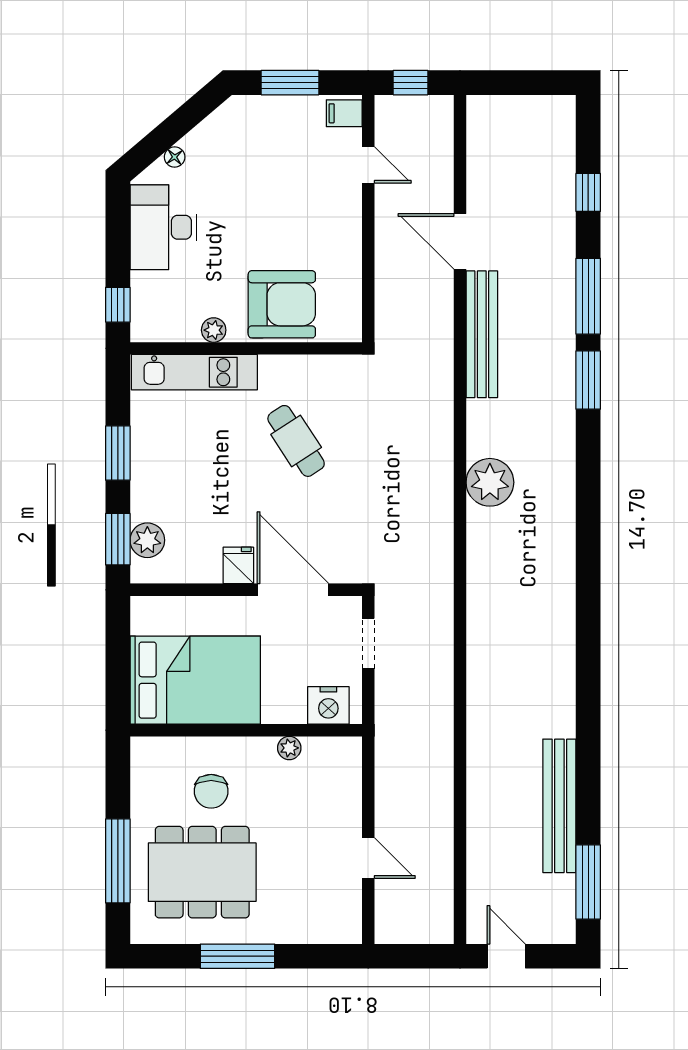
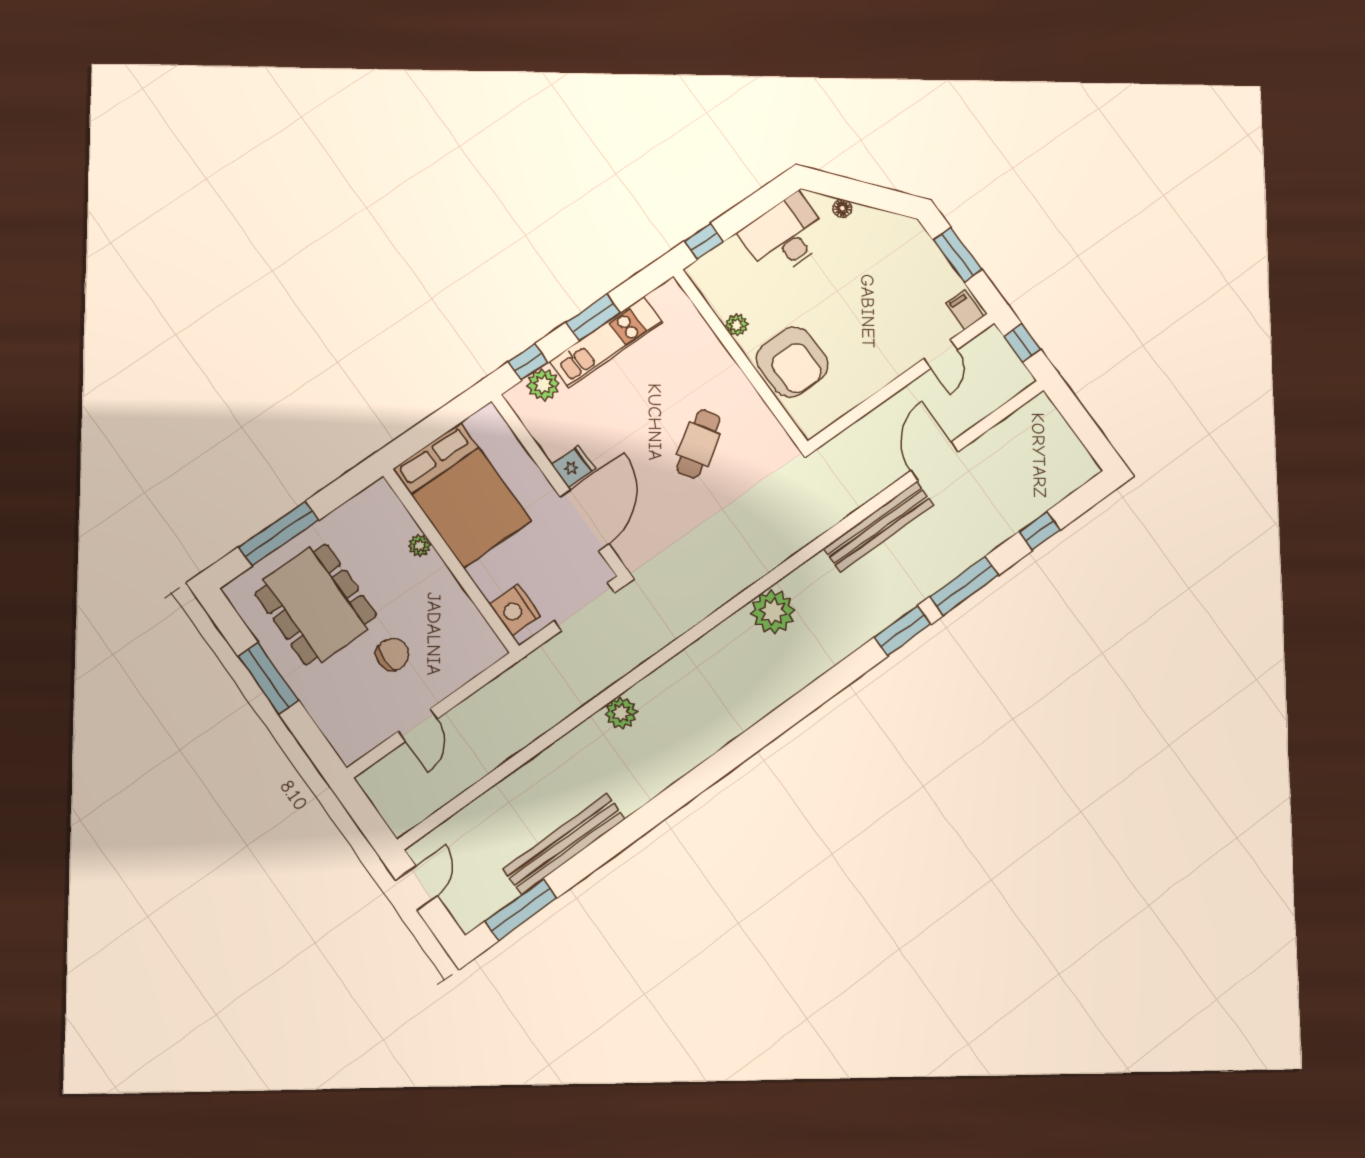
kitchen unit: (194, 372) -> (606, 342), moved, turned -90
window: (118, 539) -> (528, 362), width x0.67
doorway: (368, 643) -> (584, 607), width x1.38
plant: (483, 677) -> (621, 713), added
plant: (289, 748) -> (419, 546), moved
chair: (211, 791) -> (392, 654), moved, turned 180

